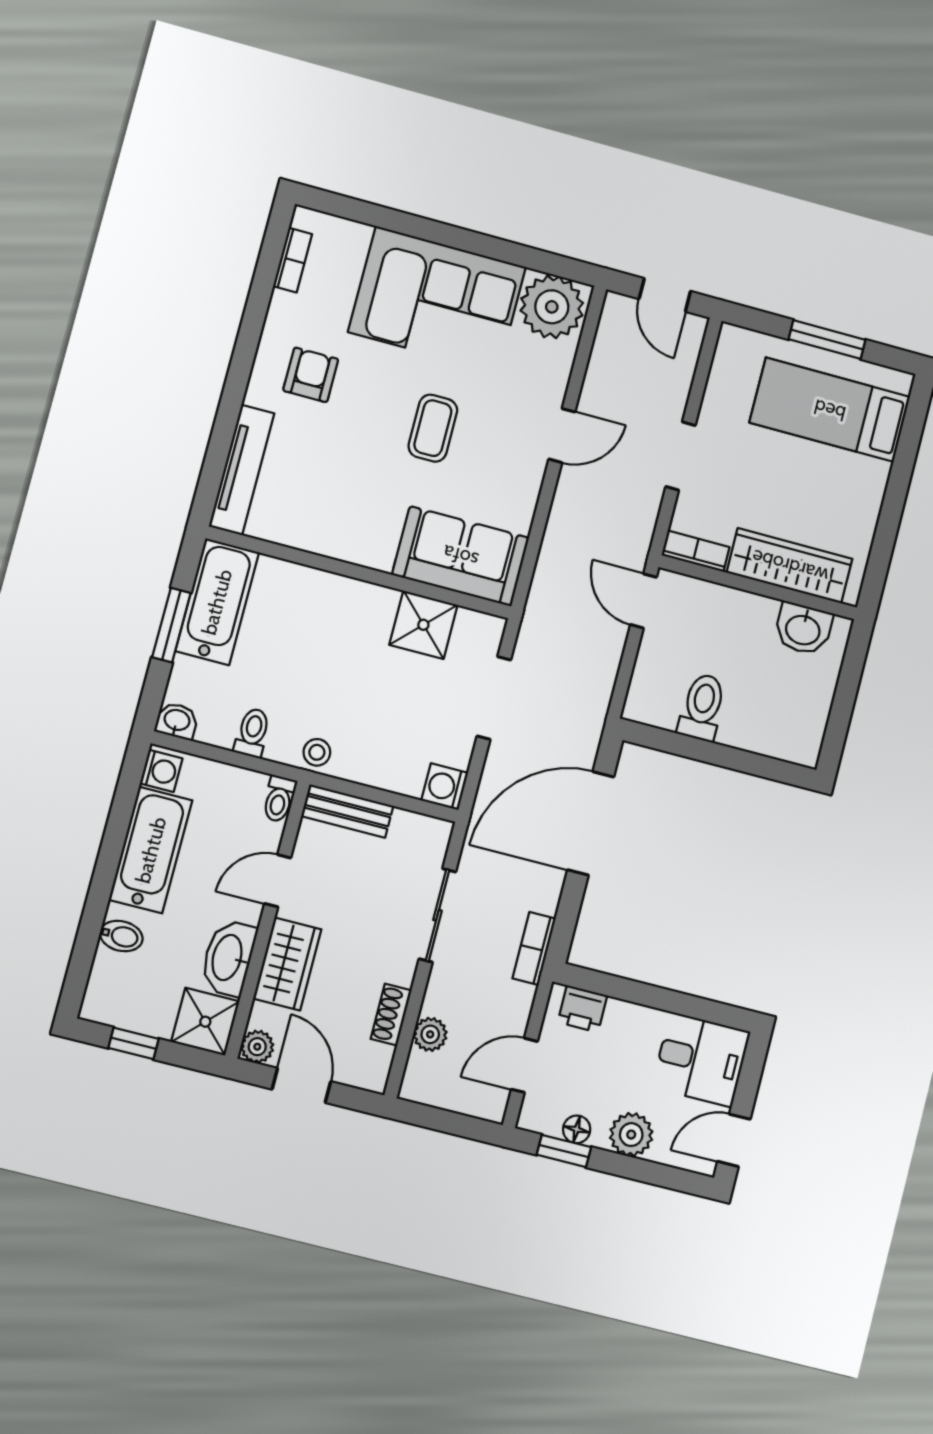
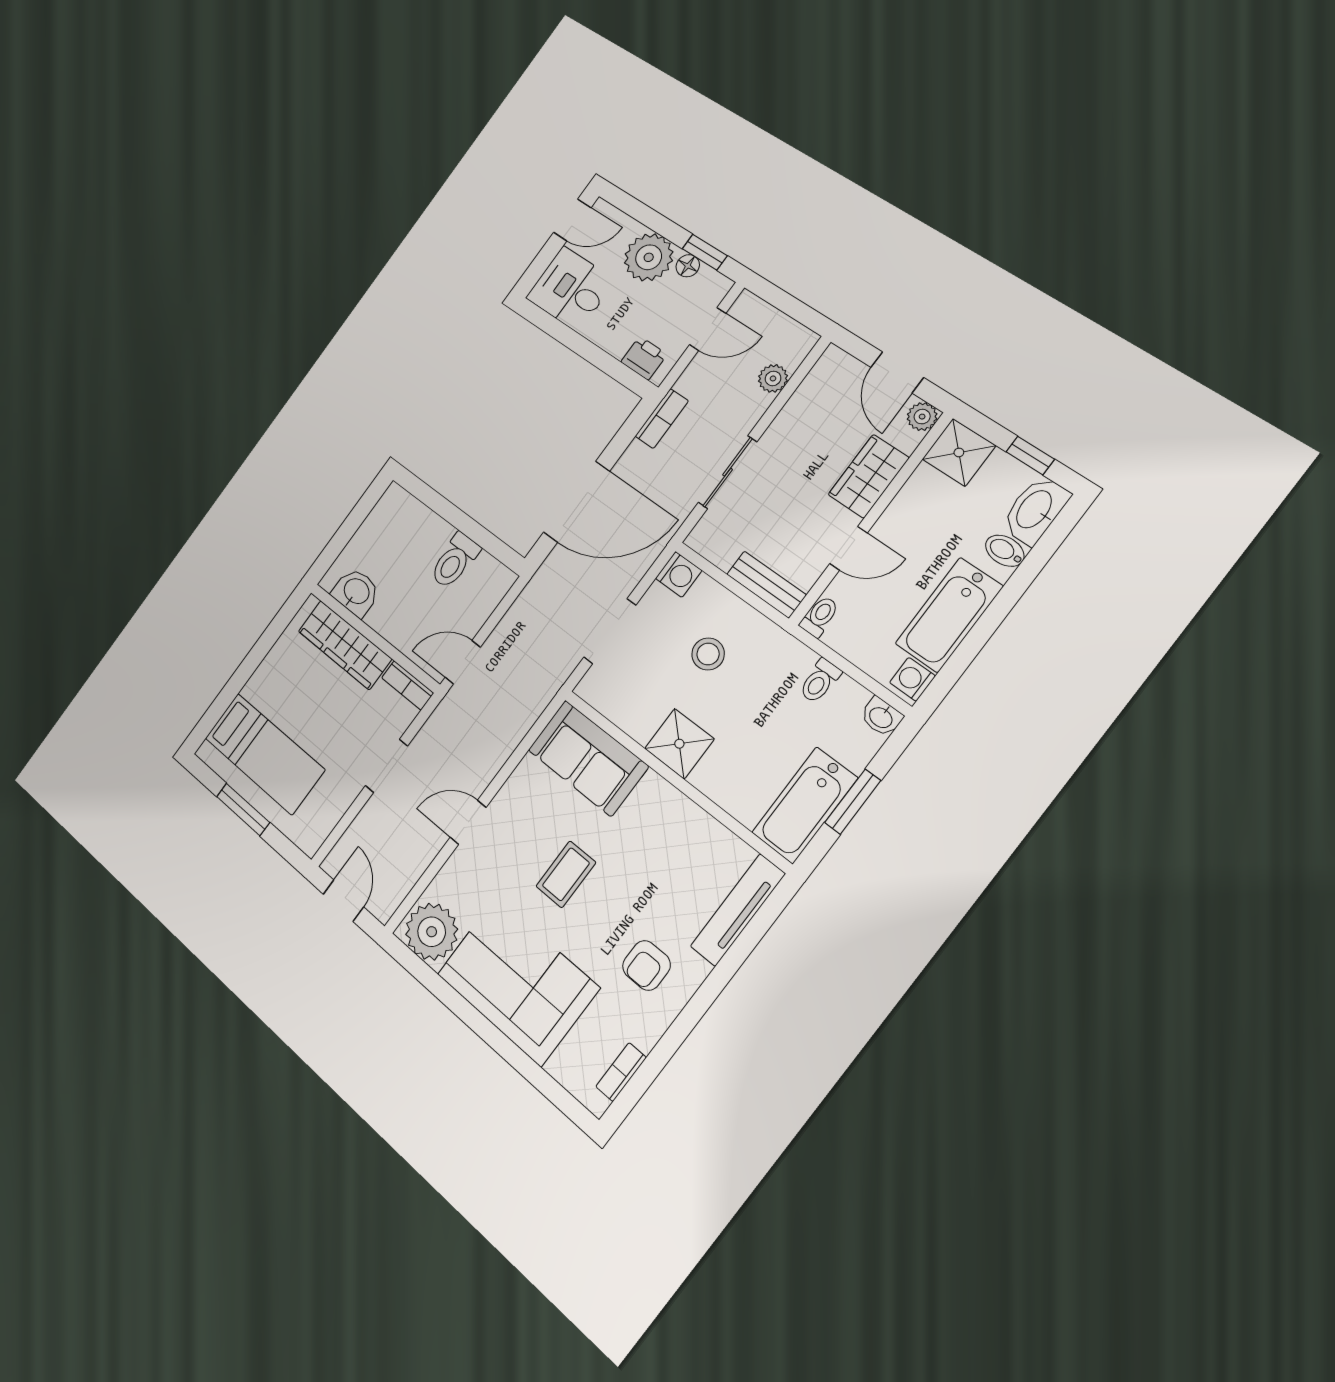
door: (643, 601) -> (463, 662), swing flipped
shower: (423, 625) -> (679, 744), moved
stool: (317, 752) -> (708, 654), moved, width x1.37, depth x1.37
washbasin: (228, 958) -> (1035, 510), moved, turned 180
shoe rack: (391, 1015) -> (798, 405), removed
plant: (631, 1135) -> (649, 257), width x1.36, depth x1.36

